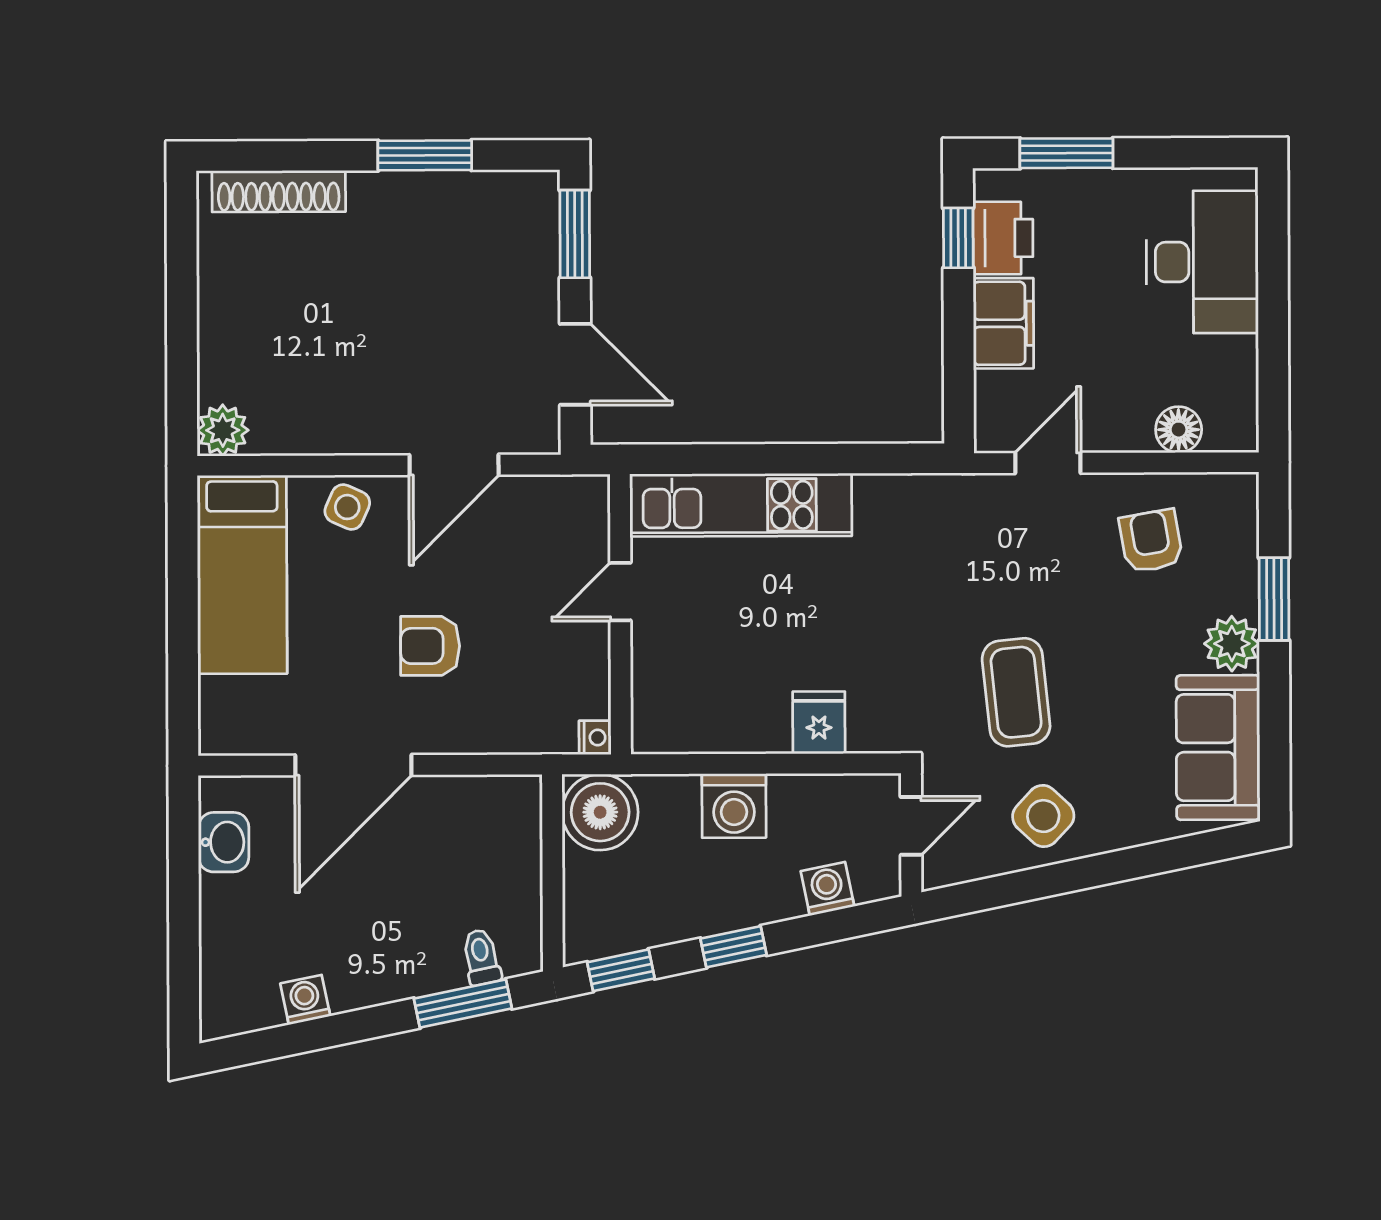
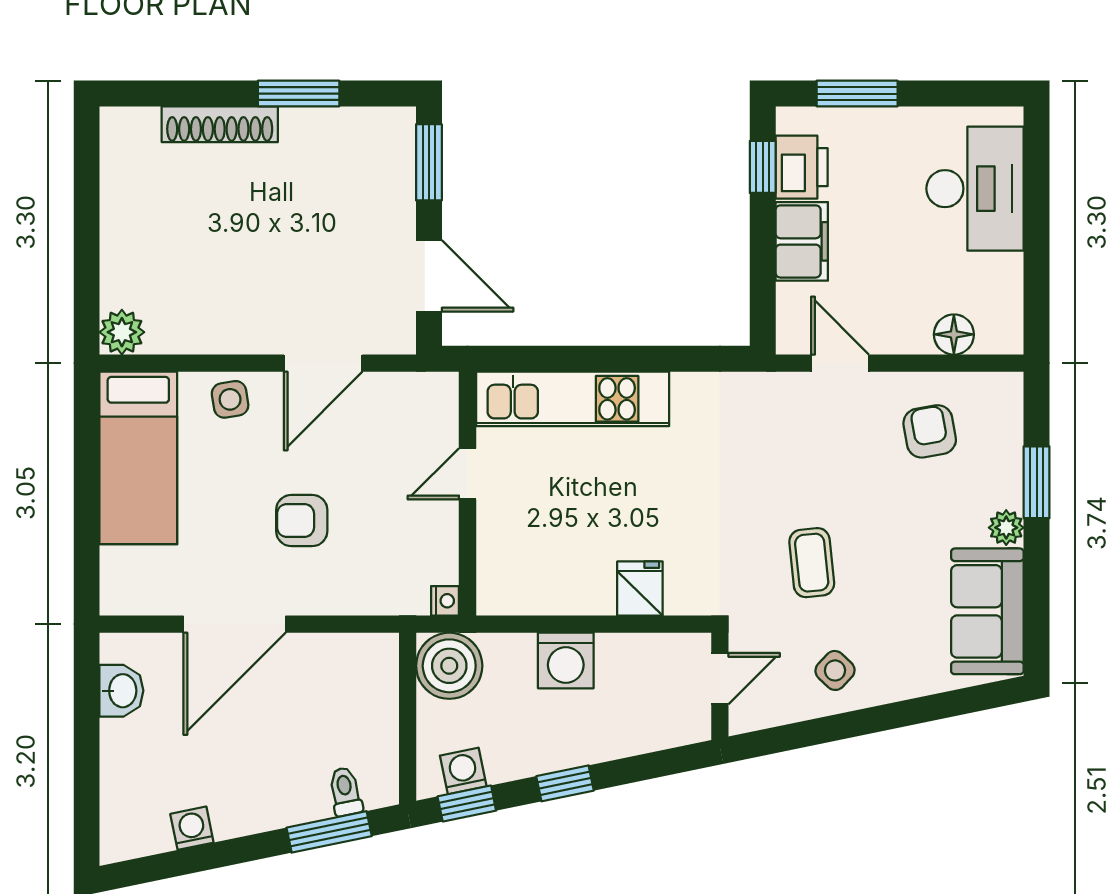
shoe rack: (279, 191) -> (220, 124), moved
door: (1048, 463) -> (840, 363), hinge flipped
side table: (347, 507) -> (230, 399), turned -33
plant: (1232, 644) -> (1006, 528), width x0.73, depth x0.73
coffee table: (1016, 692) -> (812, 563), width x0.73, depth x0.77
side table: (1043, 816) -> (835, 670), width x0.73, depth x0.73
washing machine: (827, 889) -> (463, 771), moved

